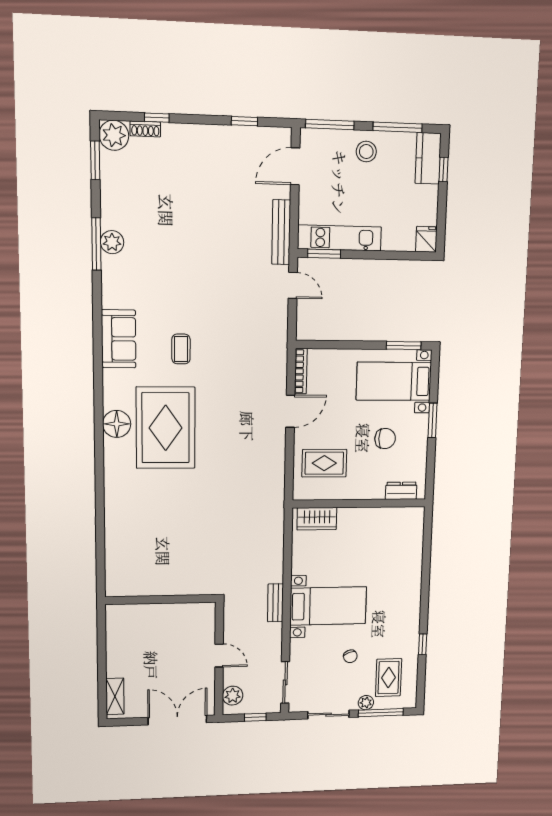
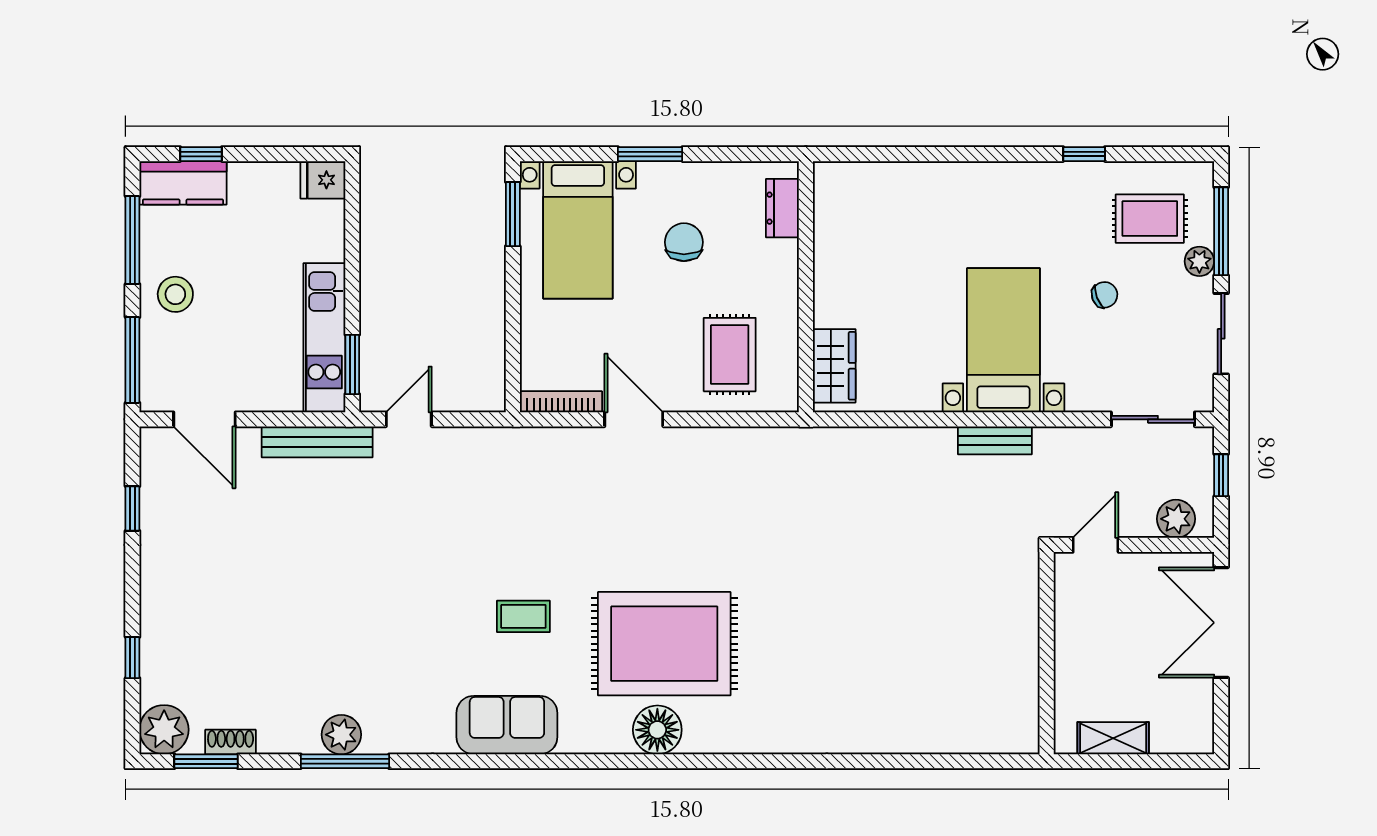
shoe rack: (145, 129) -> (231, 742), moved, turned -90
wall: (161, 600) -> (1047, 653), moved
shelving: (115, 696) -> (1113, 738), moved

